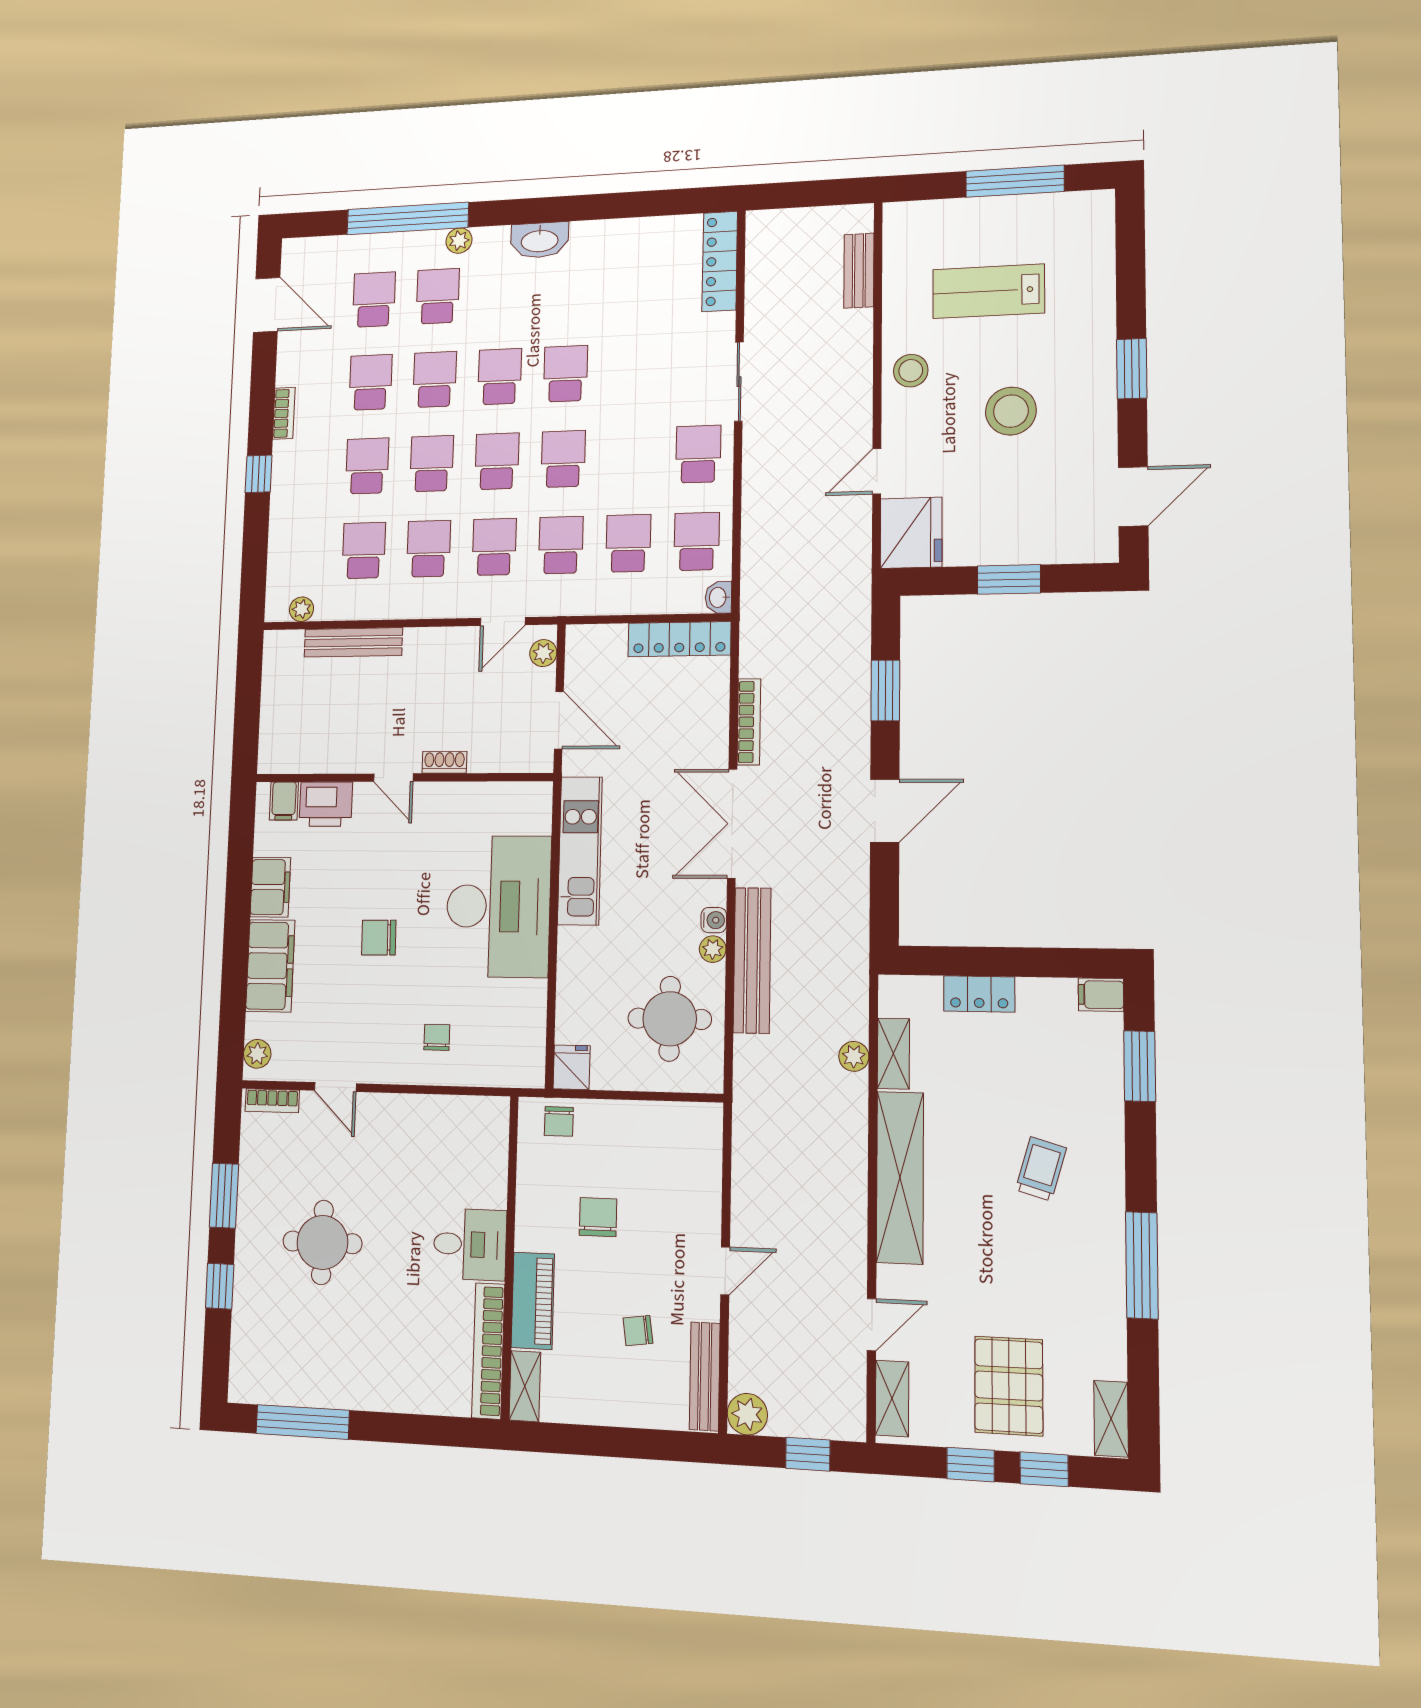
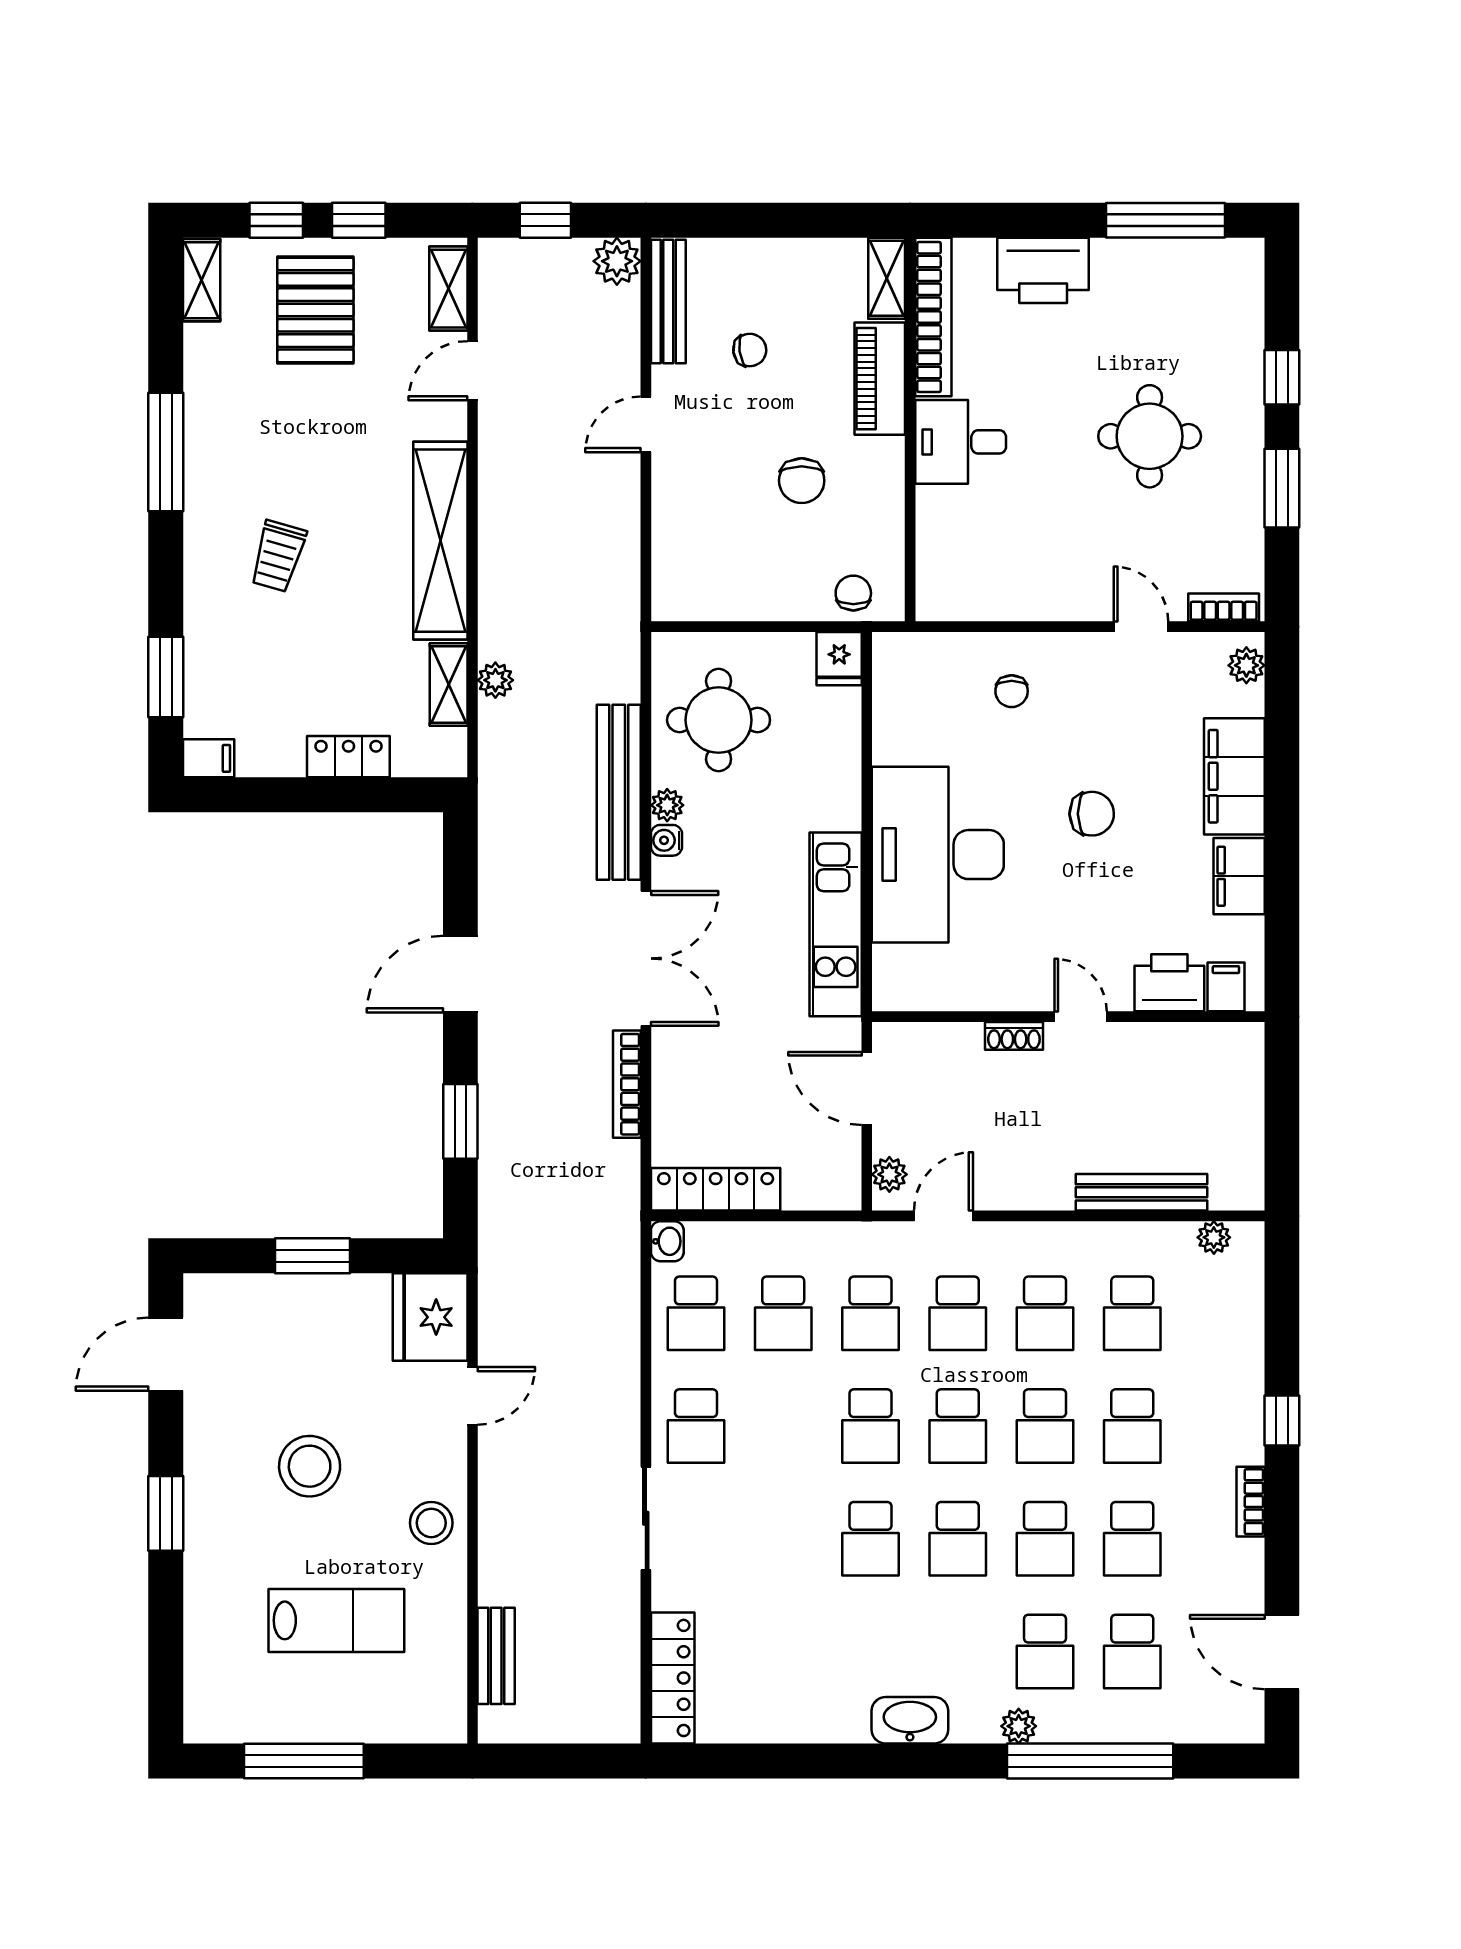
printer: (400, 1385) -> (1043, 270), added

